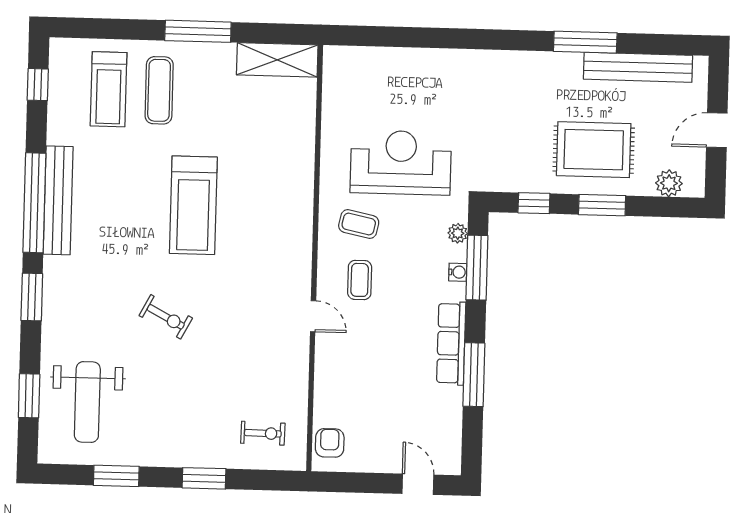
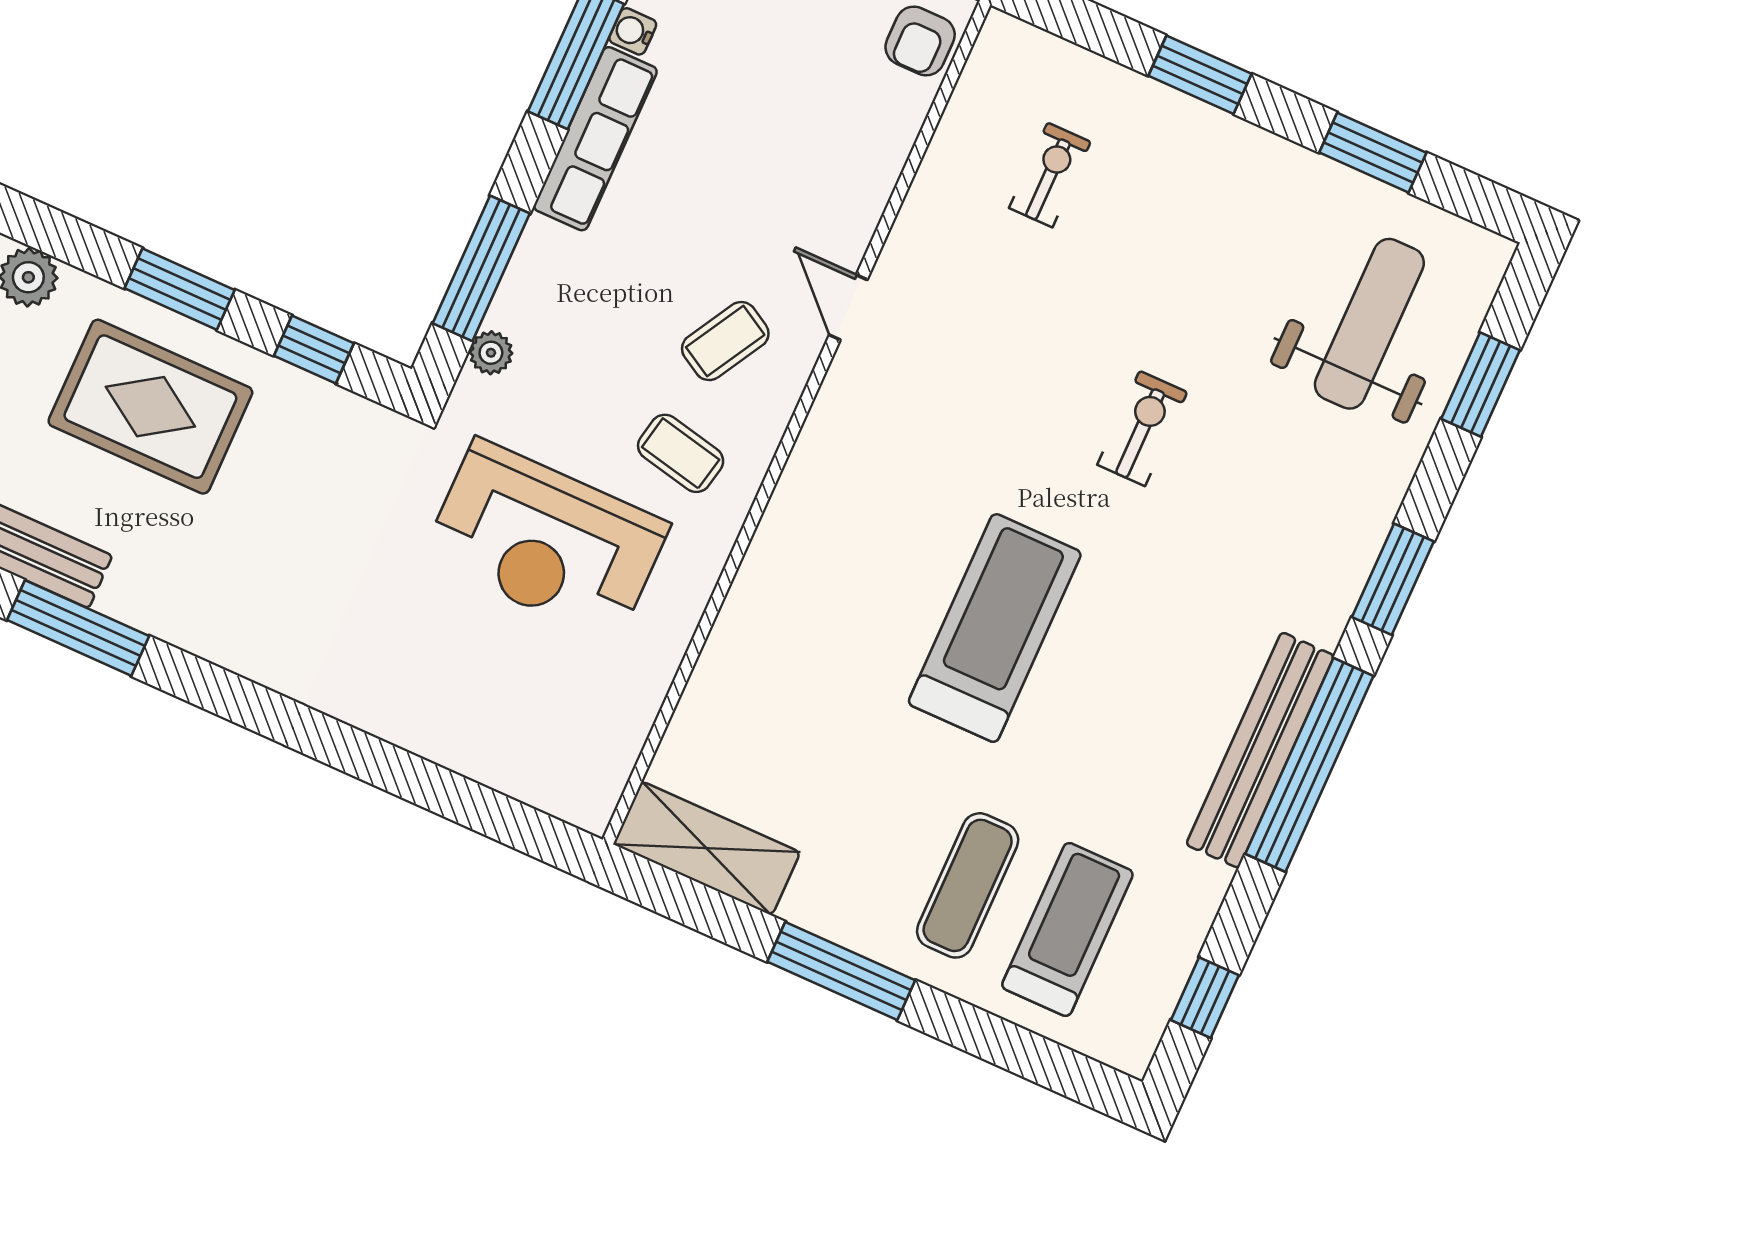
water cooler: (458, 272) -> (633, 31), moved
coffee table: (360, 280) -> (725, 341), turned 30
exercise bike: (166, 317) -> (1142, 428), turned 62
exercise bike: (263, 433) -> (1050, 175), moved, turned 89

